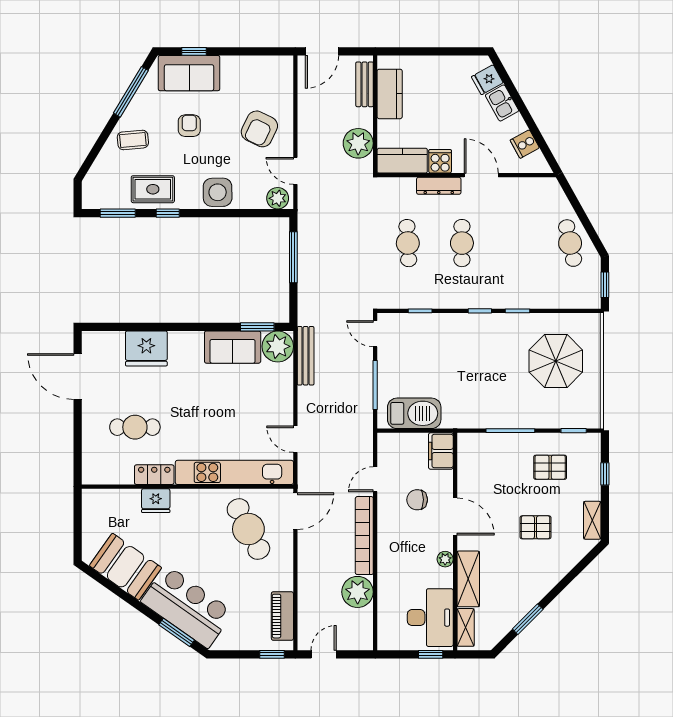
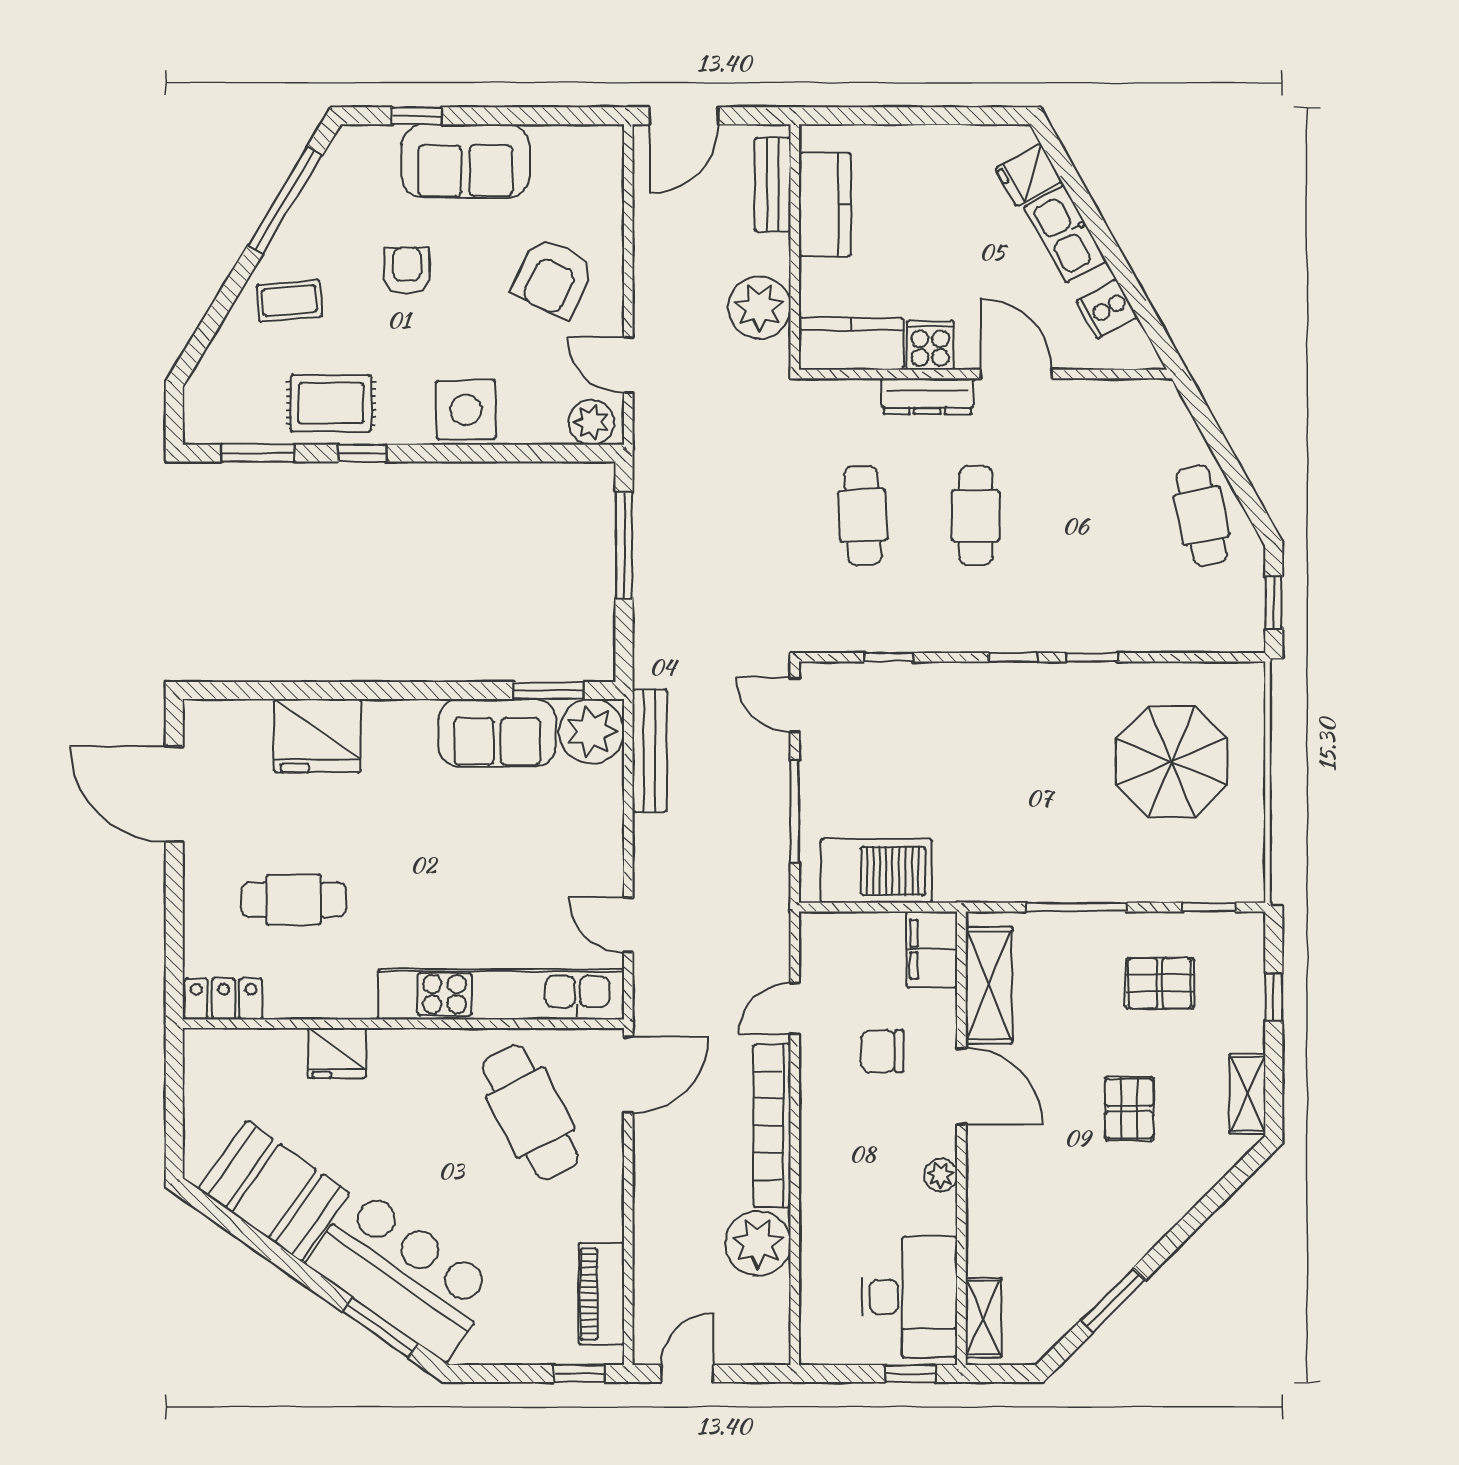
sofa: (189, 73) -> (465, 161), moved
kitchen sink: (502, 103) -> (1065, 234), width x1.38
locker: (154, 475) -> (224, 999), moved
pallet: (535, 527) -> (1129, 1109), turned 90
shelving: (468, 579) -> (989, 985), moved

